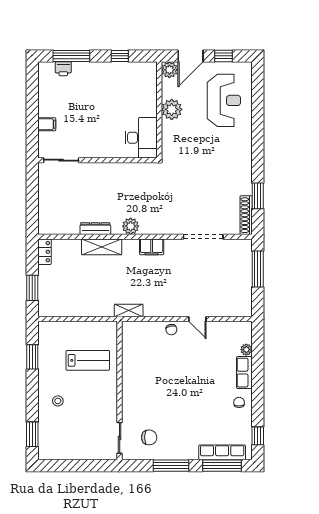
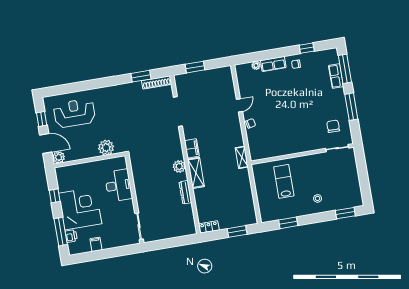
corner desk: (97, 87) -> (80, 209), added
plant: (172, 109) -> (106, 148), moved
filing cabinet: (47, 124) -> (96, 244), moved
desk: (141, 138) -> (118, 185), moved, turned 90
shelving: (102, 247) -> (196, 173), moved
window: (258, 269) -> (195, 67), width x0.69
window: (258, 436) -> (307, 48), moved
row of seats: (222, 452) -> (336, 76), width x0.68

